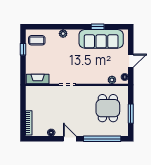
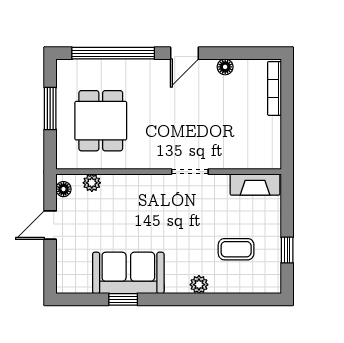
sofa: (101, 39) -> (128, 273), width x0.73
coffee table: (37, 40) -> (236, 249), moved
door: (70, 139) -> (184, 53), hinge flipped

